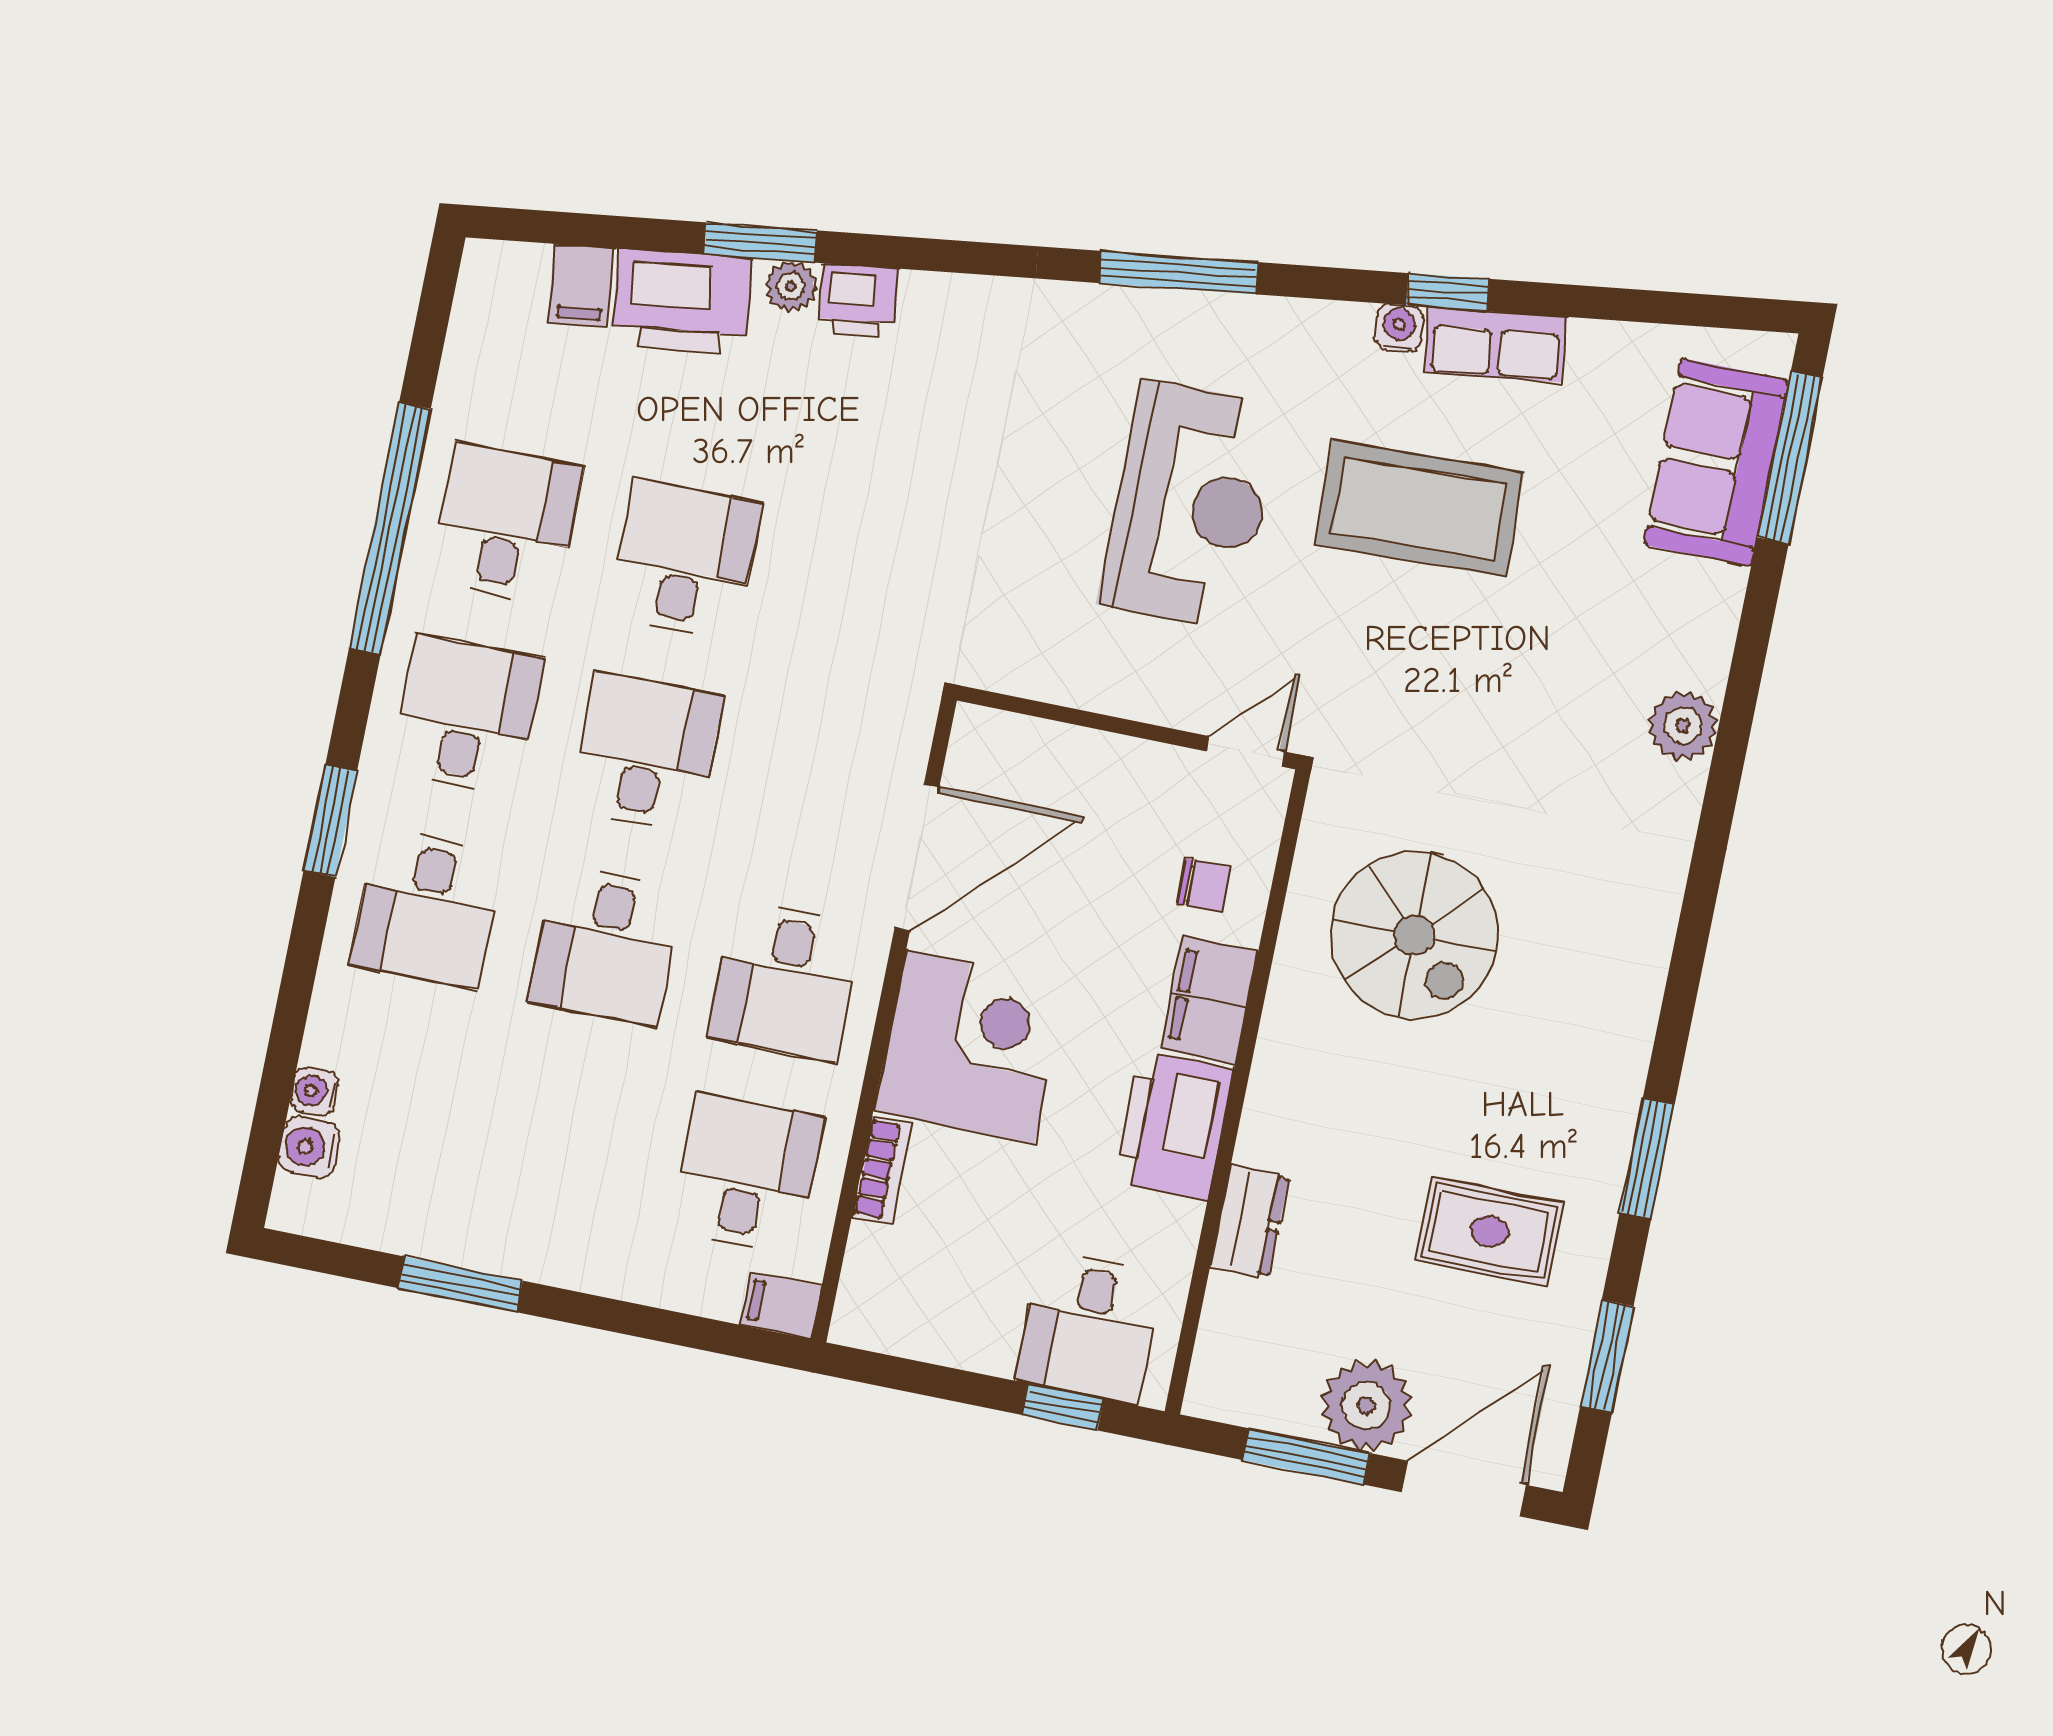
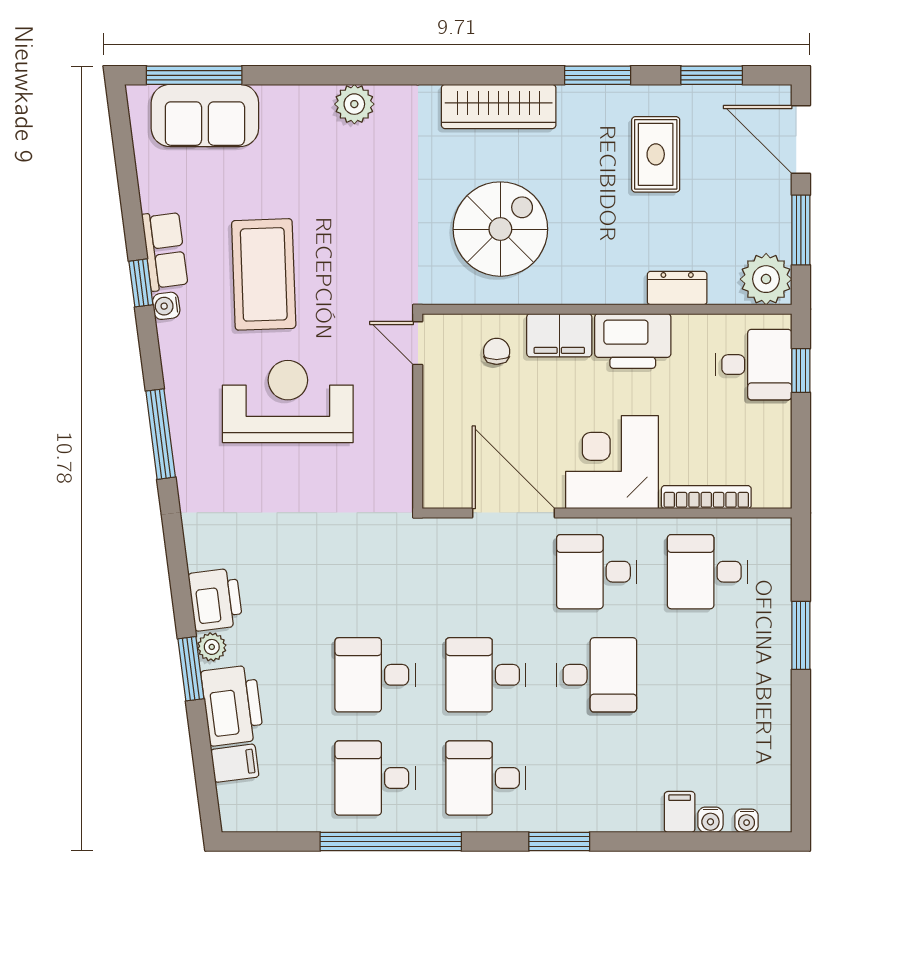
printer: (859, 300) -> (215, 600), width x1.36, depth x1.24
desk: (427, 908) -> (597, 778), removed
wardrobe: (1628, 975) -> (499, 106), added
desk: (786, 981) -> (597, 572), turned 180
water cooler: (309, 1147) -> (747, 821), width x0.72, depth x0.72
bookcase: (882, 1170) -> (706, 497), width x1.56
window: (460, 1284) -> (801, 635), moved
filing cabinet: (781, 1305) -> (680, 812), moved, turned 180
plant: (1366, 1406) -> (766, 279), moved

